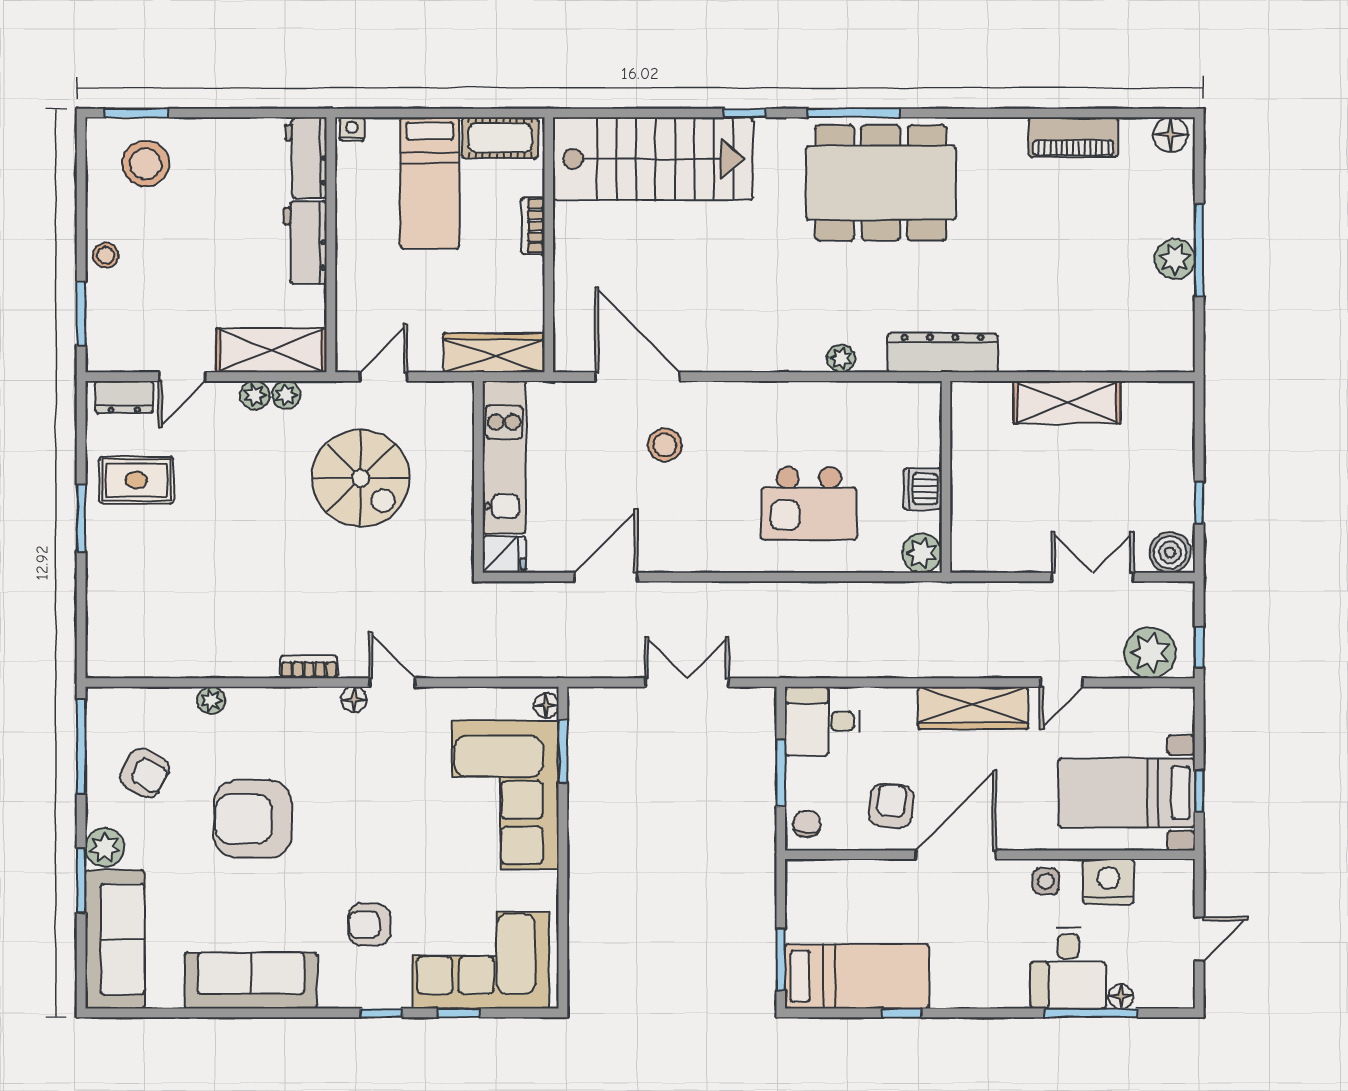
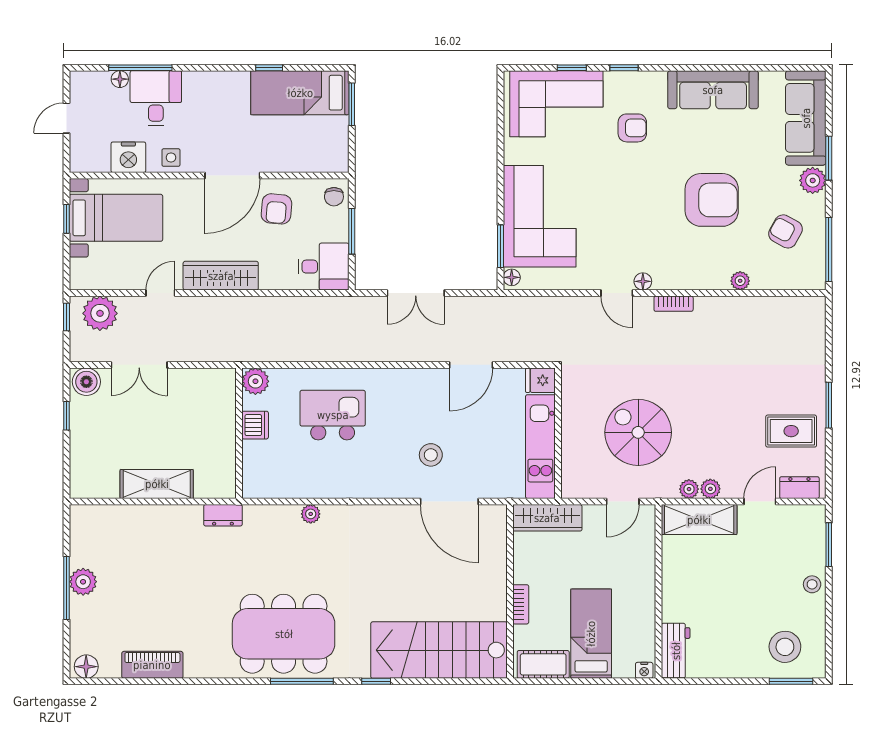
workbench: (305, 243) -> (676, 593), removed
dresser: (943, 353) -> (223, 515), width x0.51, depth x0.80

